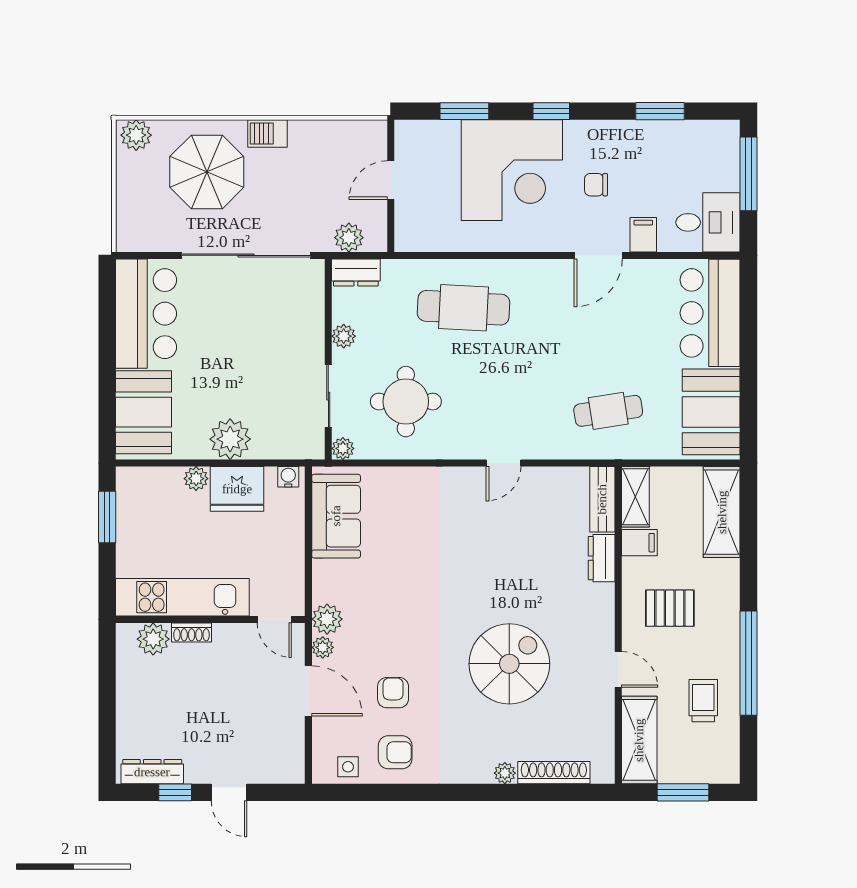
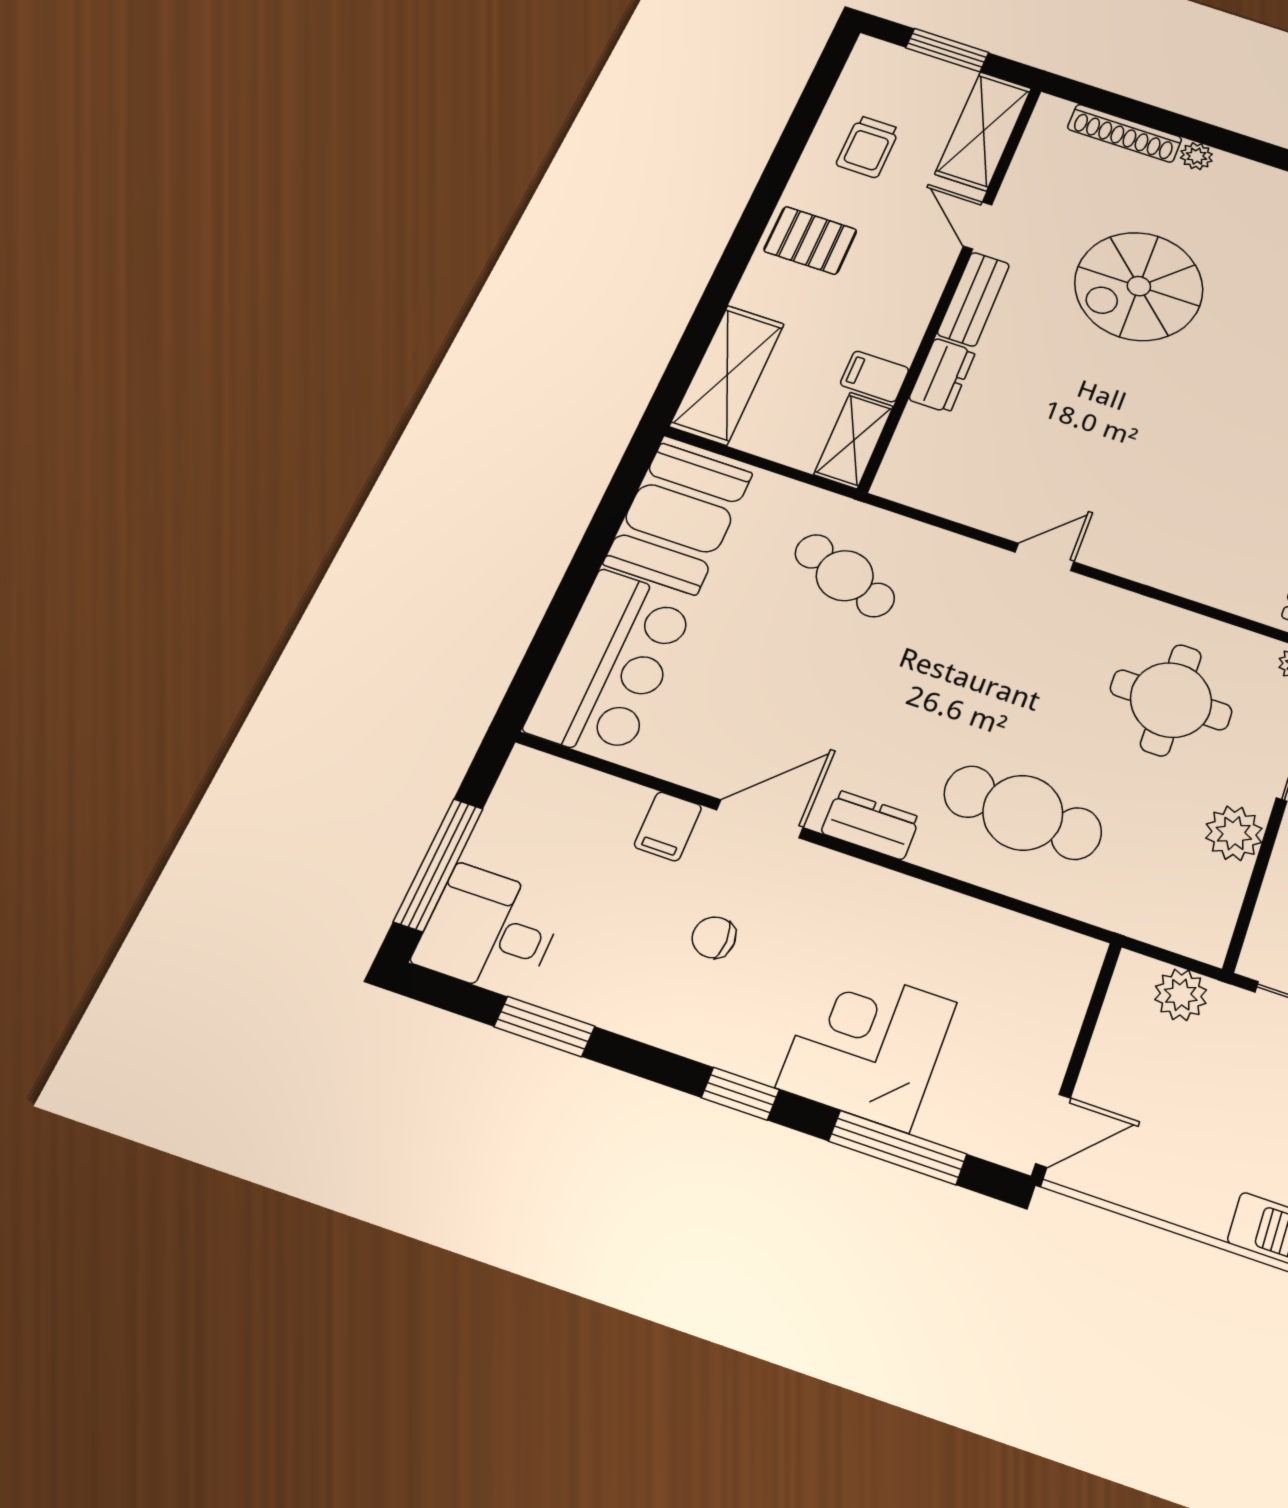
window: (464, 111) -> (898, 1148), width x1.44
corner desk: (512, 170) -> (867, 1045), width x0.74, depth x0.74
door: (391, 180) -> (1053, 1131), moved
chair: (596, 185) -> (714, 937), turned 180
desk: (708, 222) -> (490, 931), moved
dresser: (356, 273) -> (871, 825), moved
plant: (344, 336) -> (1234, 833), width x1.38, depth x1.38
cafe table: (608, 411) -> (845, 576), turned 30
bench: (602, 499) -> (974, 299), moved
pallet: (670, 608) -> (810, 240), moved
window: (749, 663) -> (779, 170), removed

